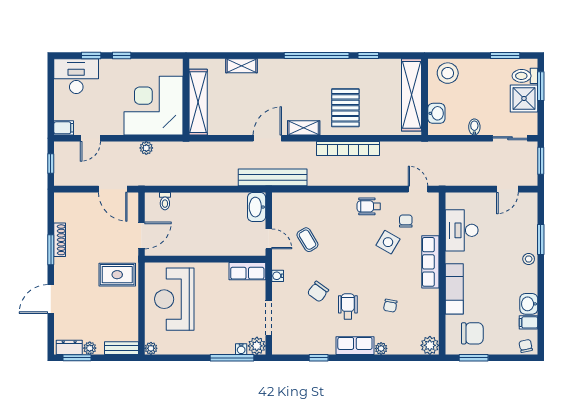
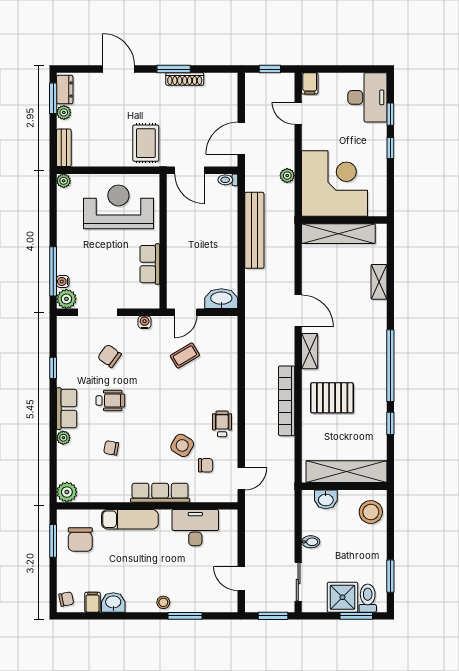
bench: (273, 177) -> (254, 230), moved
toilet: (165, 201) -> (228, 180), moved
row of seats: (247, 271) -> (150, 264), moved
chair: (318, 292) -> (110, 356), moved

